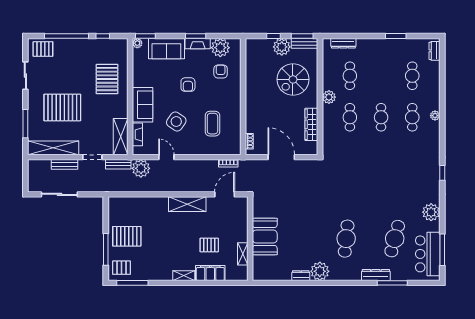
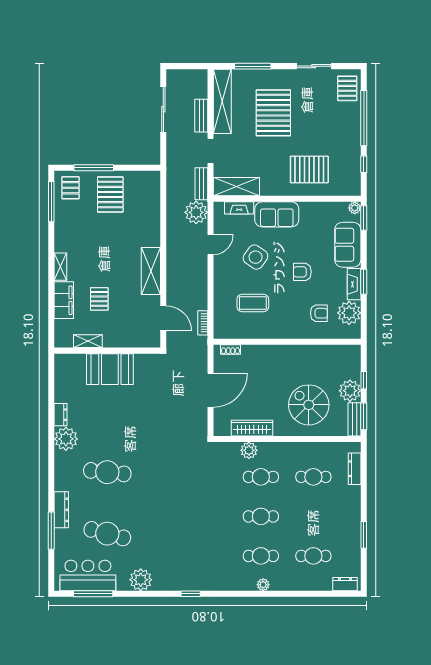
plant: (329, 97) -> (249, 450), moved

